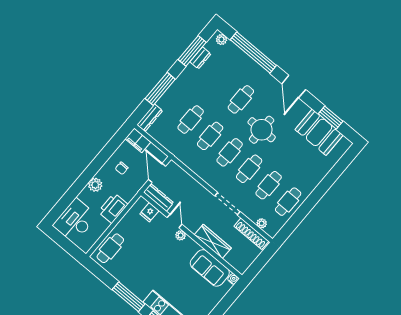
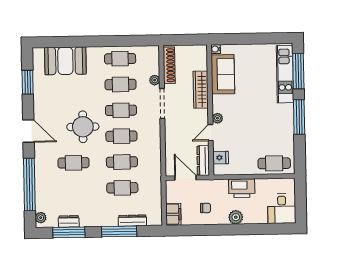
door: (294, 87) -> (28, 131), hinge flipped
dresser: (150, 118) -> (132, 221), moved
booth: (319, 132) -> (65, 61), moved, turned 90
door: (157, 173) -> (185, 178), swing flipped
desk: (75, 221) -> (282, 209), width x0.73
plant: (262, 223) -> (155, 80), moved

